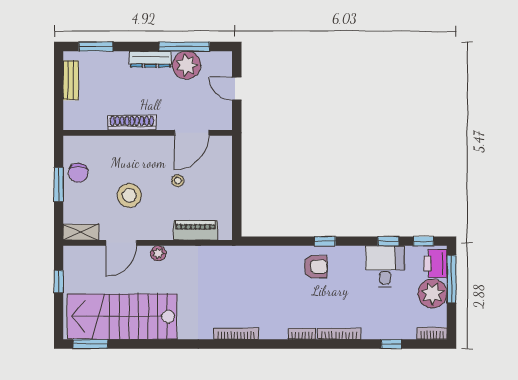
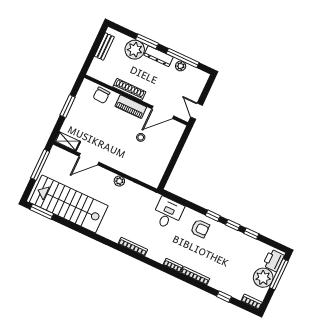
window: (96, 46) -> (147, 41), moved
plant: (114, 65) -> (135, 50), added
plant: (187, 65) -> (181, 66), width x0.53, depth x0.53
door: (237, 89) -> (197, 111), moved
chair: (78, 173) -> (101, 95), moved
stool: (129, 195) -> (107, 133), removed
piano: (195, 230) -> (131, 107), moved, turned 180
window: (424, 241) -> (233, 225), moved
plant: (158, 253) -> (119, 181), moved
desk: (385, 266) -> (168, 213), moved
window: (59, 281) -> (40, 165), width x2.17

